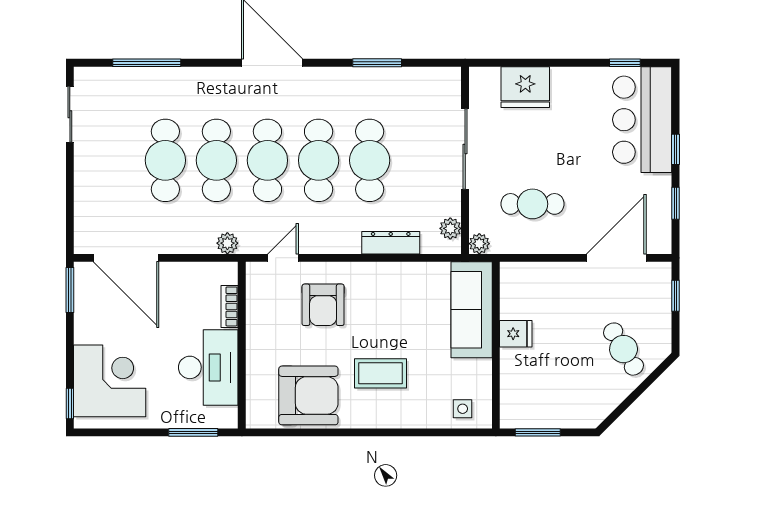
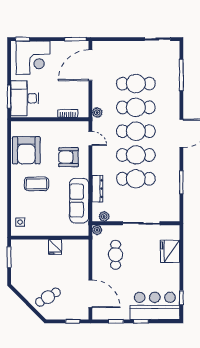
sofa: (472, 310) -> (79, 201), moved, turned -90
desk: (208, 367) -> (25, 98), moved, turned 90
coffee table: (380, 373) -> (37, 184), turned 90

